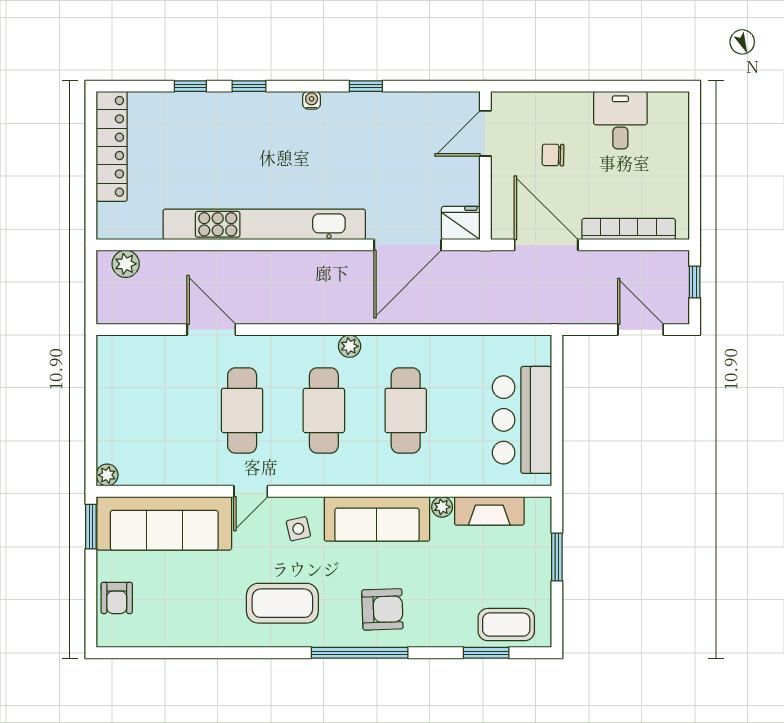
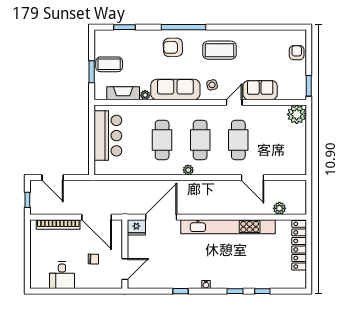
locker: (112, 146) -> (299, 245), moved
plant: (126, 264) -> (279, 208), moved
plant: (107, 475) -> (297, 114), width x1.88, depth x1.88
sofa: (164, 523) -> (260, 90), width x0.54, depth x0.79
coffee table: (506, 625) -> (109, 64), moved

